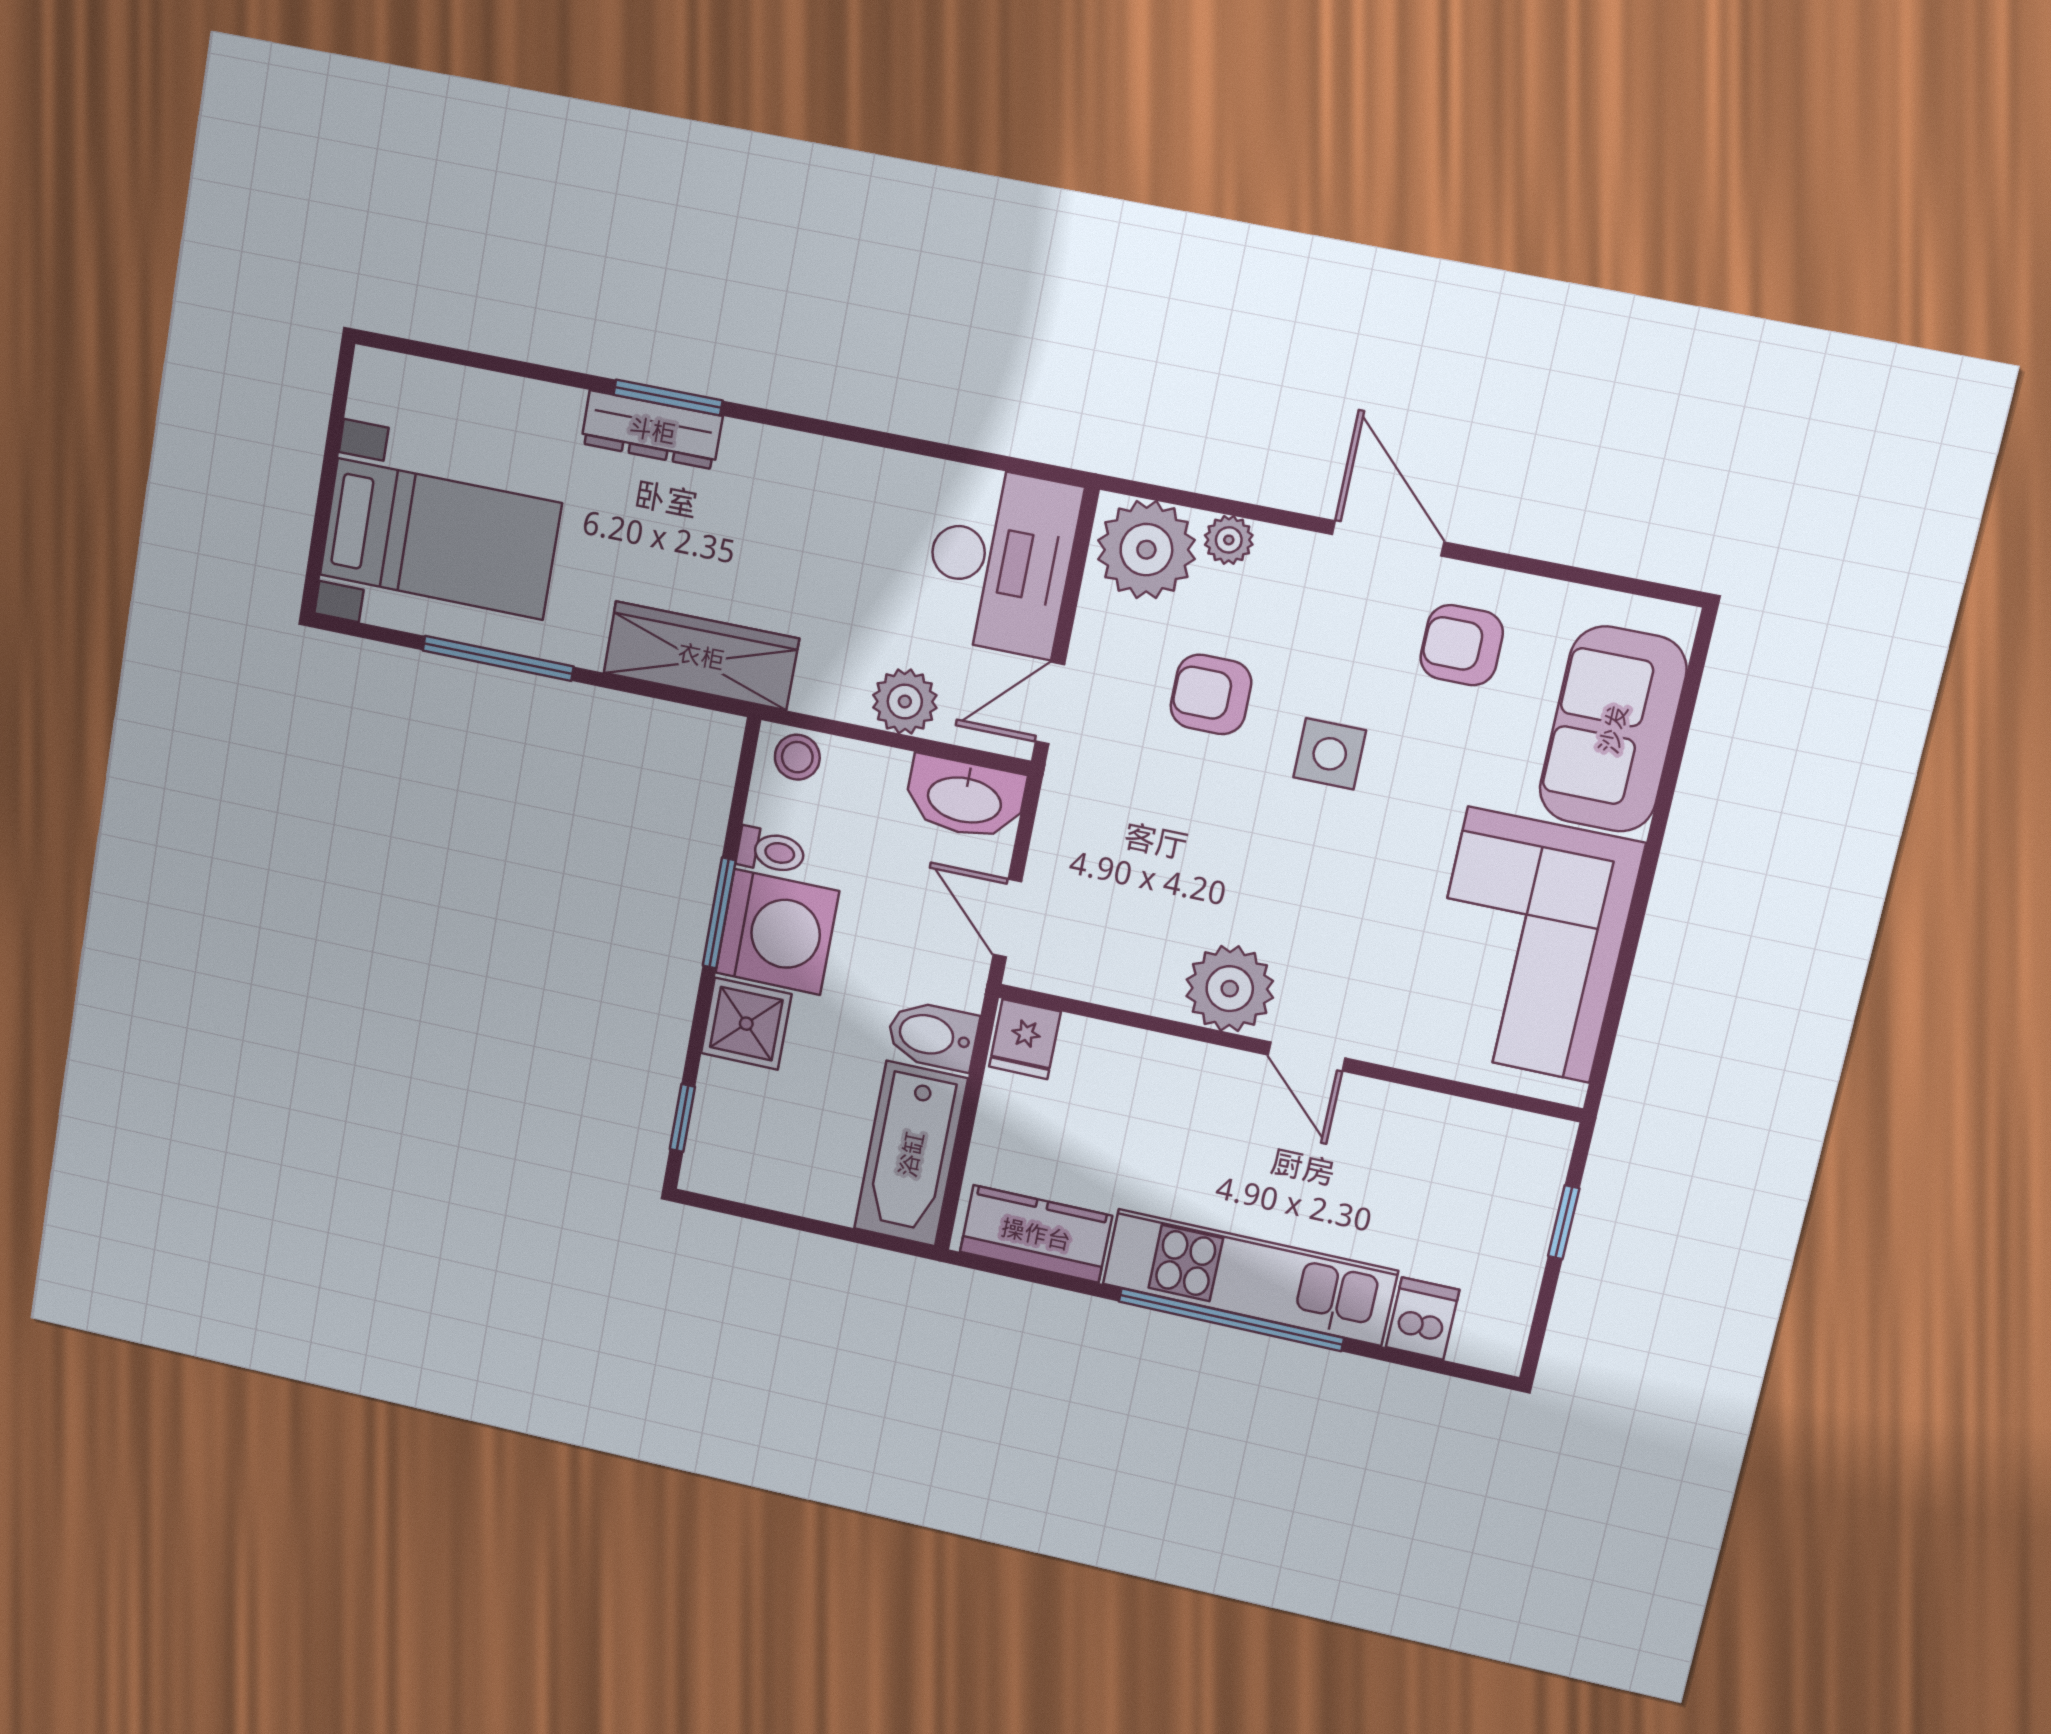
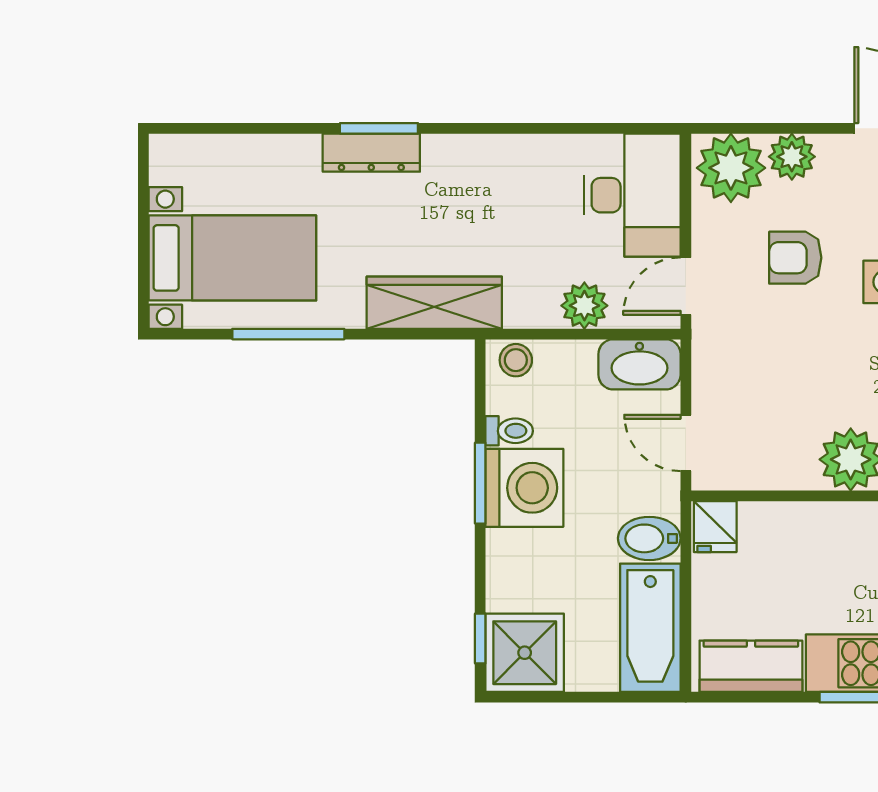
plant: (1229, 540) -> (792, 157), width x1.38, depth x1.38
shower: (746, 1024) -> (525, 653), moved, width x1.36, depth x1.36

